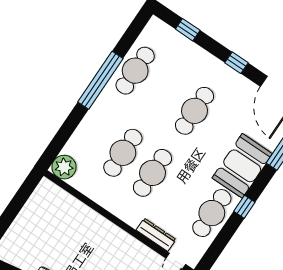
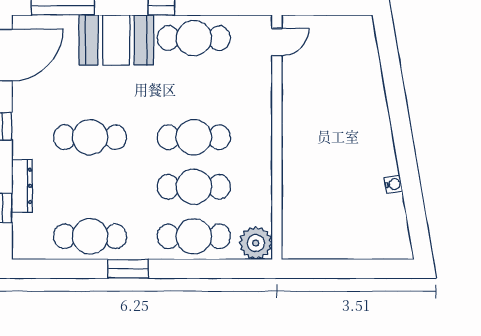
window: (100, 80) -> (128, 269), width x0.47
cafe table: (93, 133) -> (194, 236), added
dresser: (156, 235) -> (22, 186), moved, turned 180

